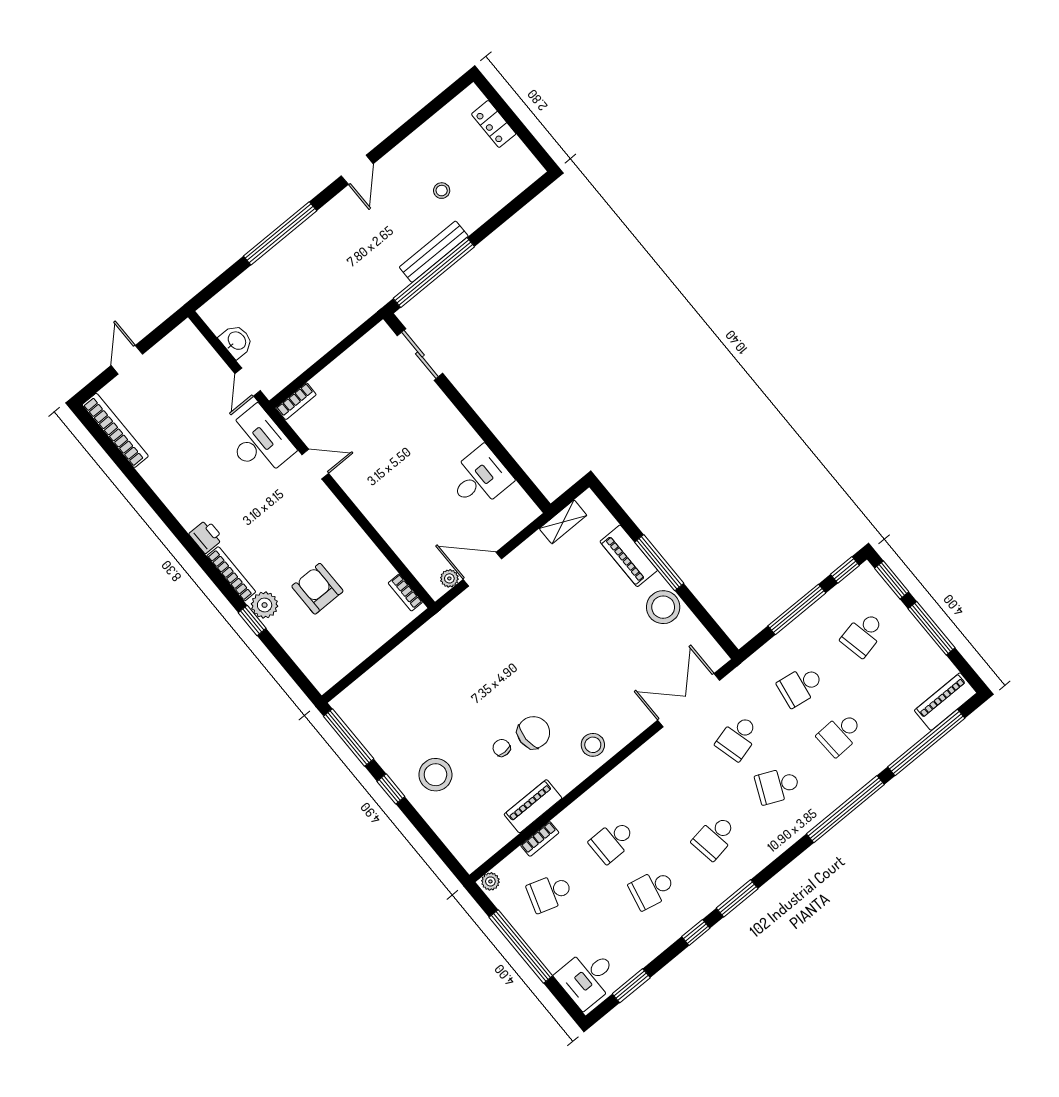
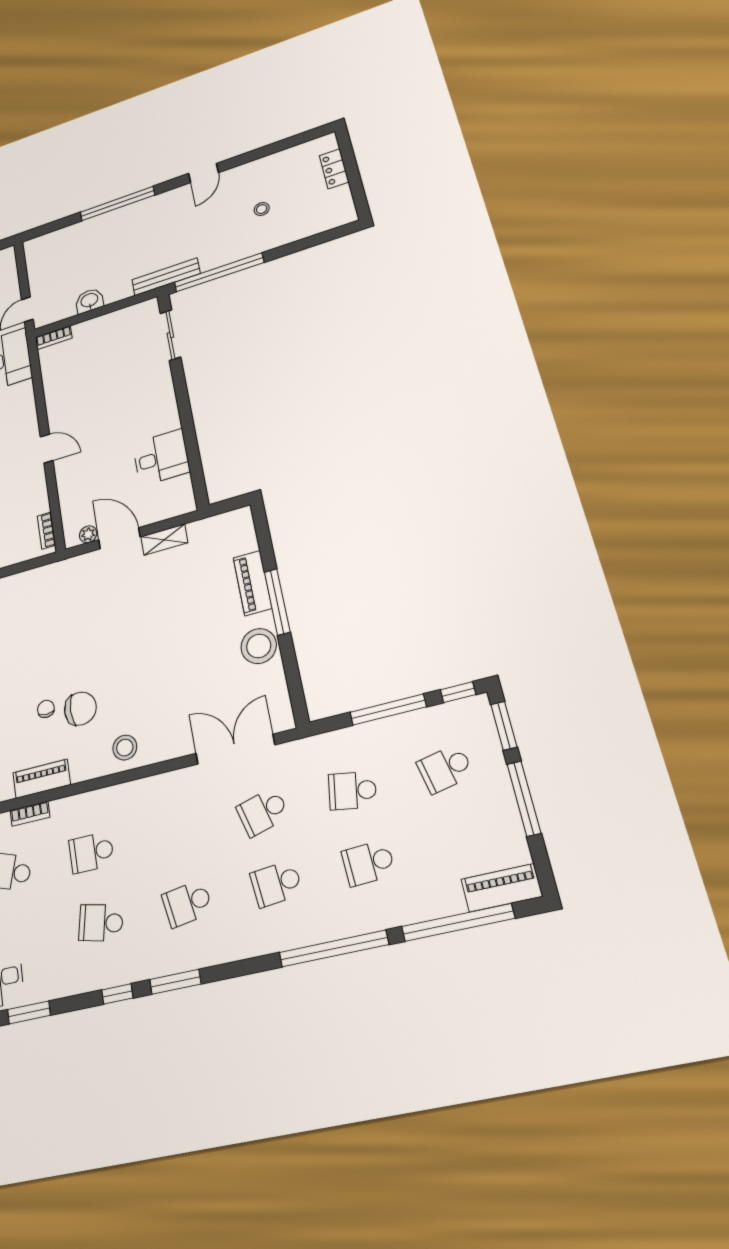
bench: (434, 252) -> (166, 277), moved
washbasin: (236, 341) -> (89, 301), moved, turned -90
door: (315, 464) -> (47, 449), moved
shelving: (563, 522) -> (164, 540), moved
school desk: (777, 786) -> (276, 884), turned -30

